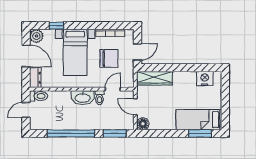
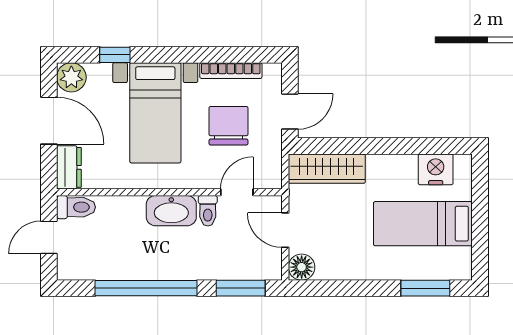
chair: (109, 58) -> (229, 126), turned -90
bed: (199, 120) -> (423, 224), moved

